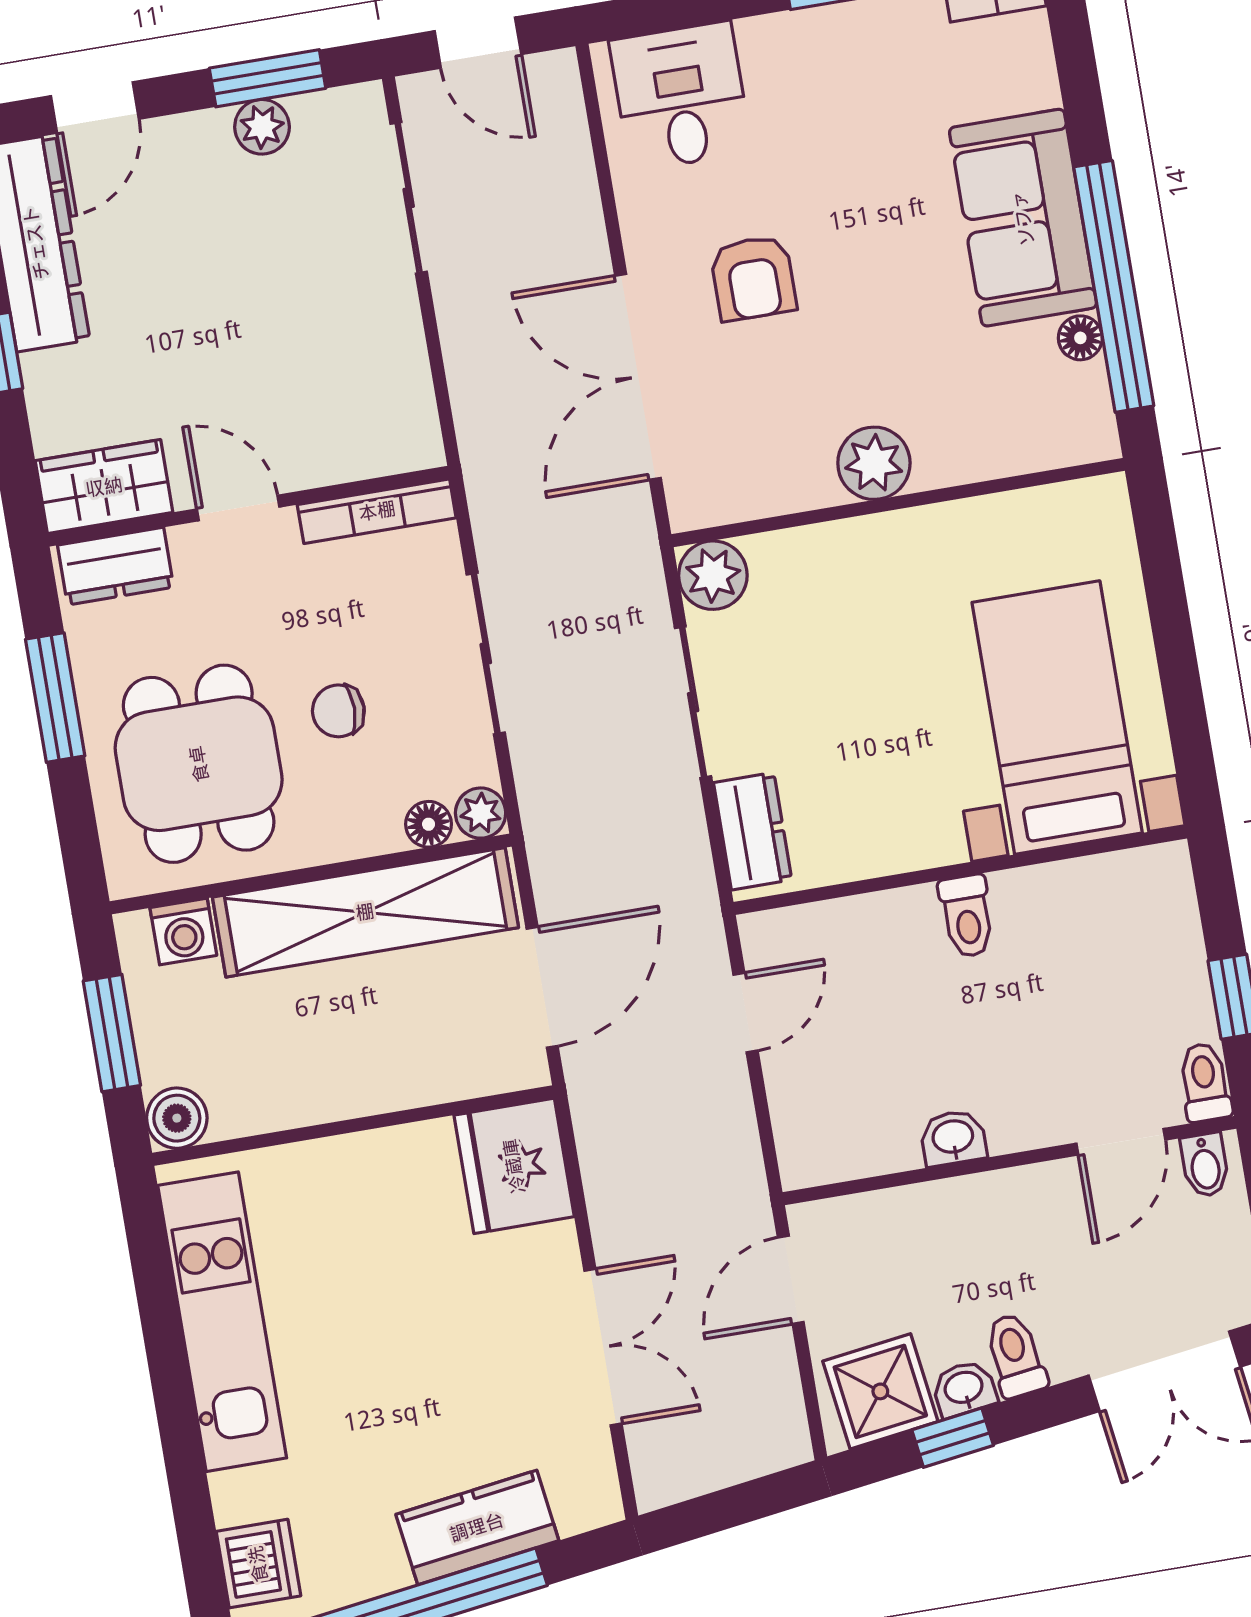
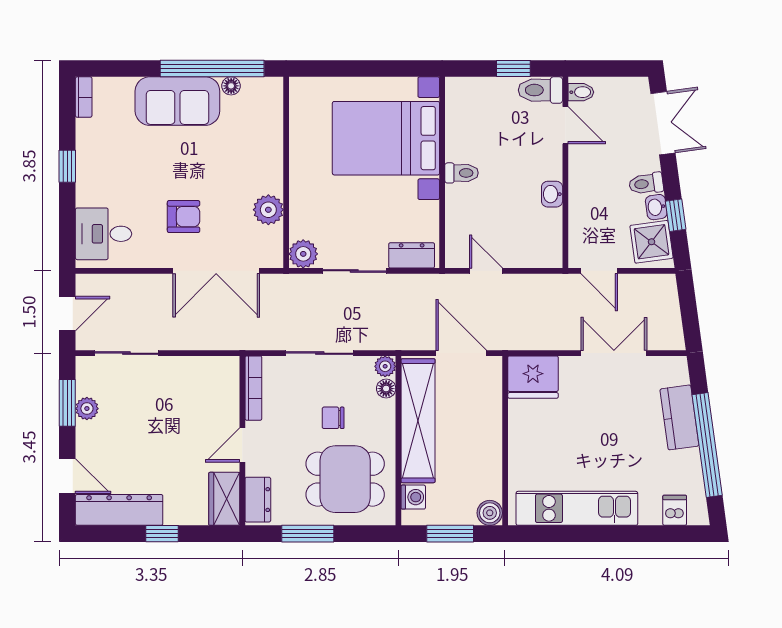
plant: (874, 463) -> (268, 210), moved
chair: (338, 711) -> (333, 418), turned 90
bed with nightstands: (1057, 718) -> (386, 138), width x1.36
toilet: (1205, 1082) -> (541, 90), width x1.37, depth x1.39
dishwasher: (258, 1564) -> (675, 510), width x0.73

